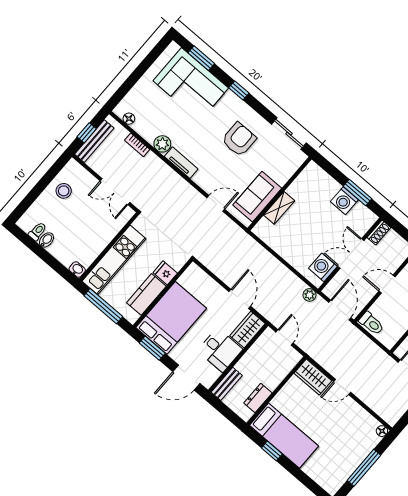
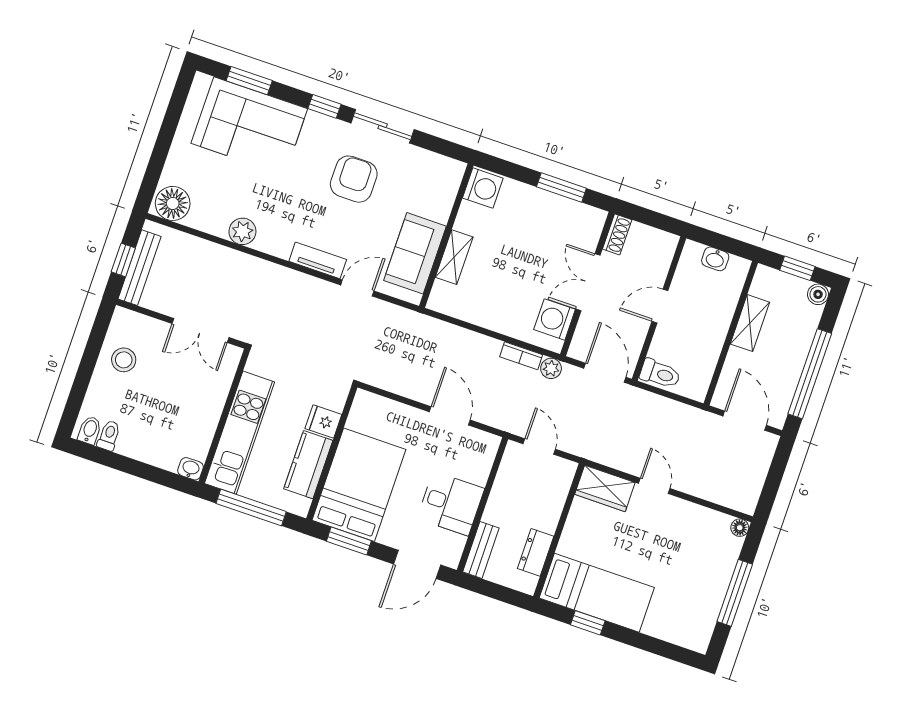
floor lamp: (129, 119) -> (173, 203), width x1.89, depth x1.89
sliding door: (289, 134) -> (383, 126), moved
bookcase: (137, 145) -> (521, 356), moved
tv unit: (181, 163) -> (318, 260), moved
washing machine: (344, 201) -> (483, 188), moved, turned -90
bidet: (46, 240) -> (90, 430), moved
wardrobe: (248, 330) -> (480, 457), removed
door: (342, 387) -> (654, 486), swing flipped

